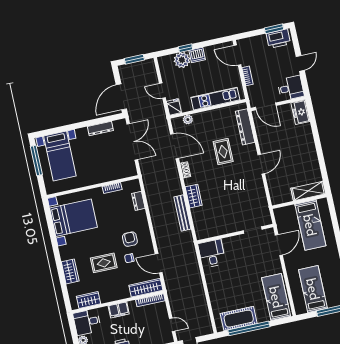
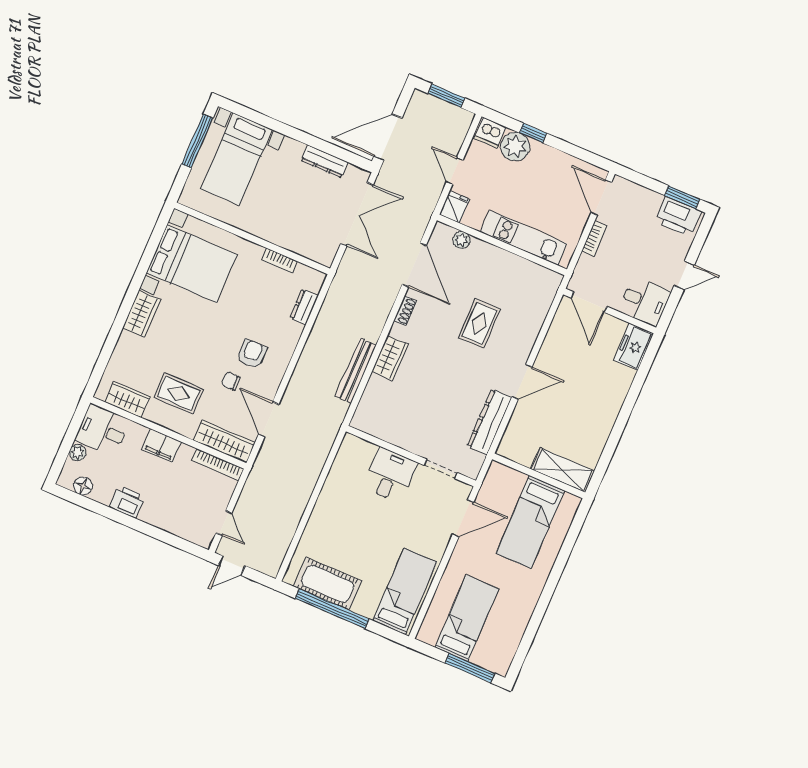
dishwasher: (197, 55) -> (490, 133), moved
dresser: (245, 127) -> (489, 422), moved
desk: (212, 254) -> (390, 475), moved
rug: (104, 263) -> (179, 393), moved
wardrobe: (70, 271) -> (141, 314), moved

